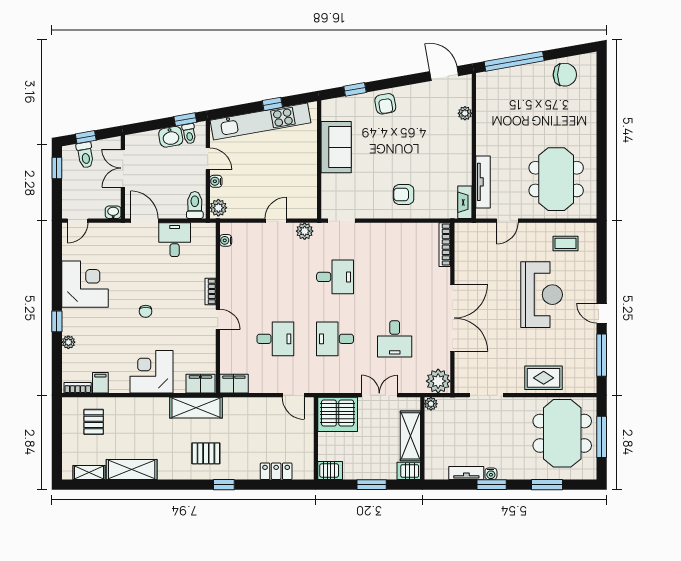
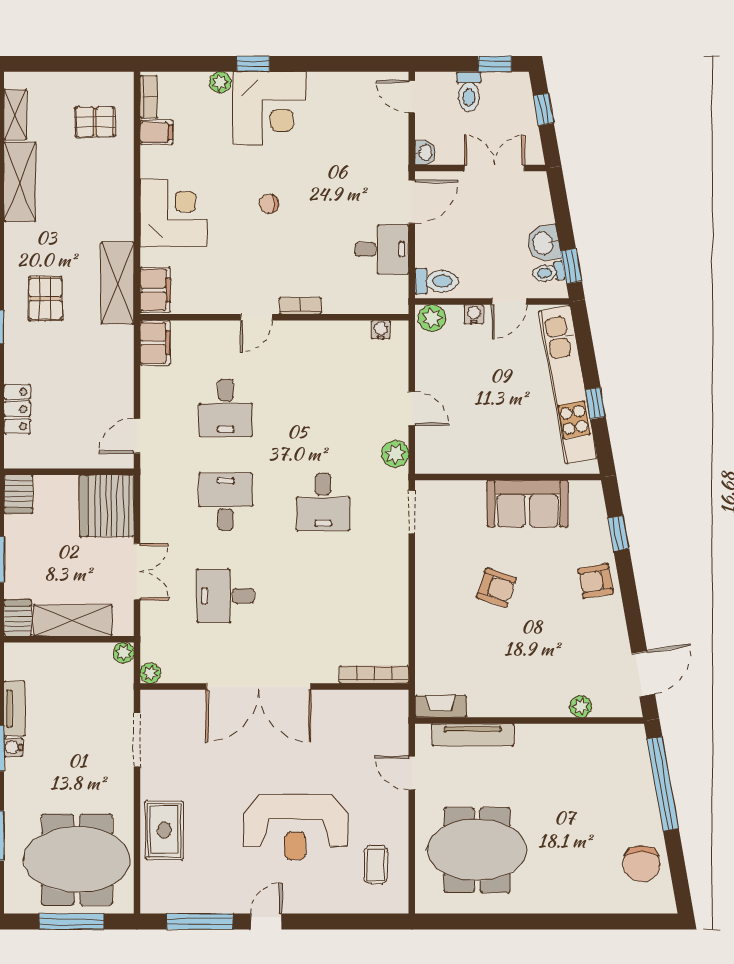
toilet: (85, 155) -> (469, 92), moved, turned -80
armchair: (404, 195) -> (496, 588), moved, turned 109
corner desk: (85, 284) -> (269, 108), moved
plant: (438, 381) -> (150, 673), width x0.53, depth x0.53

